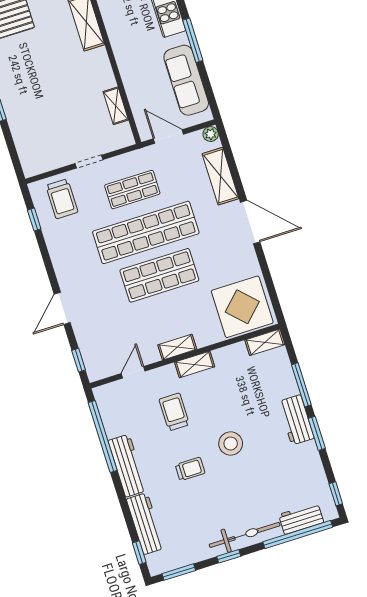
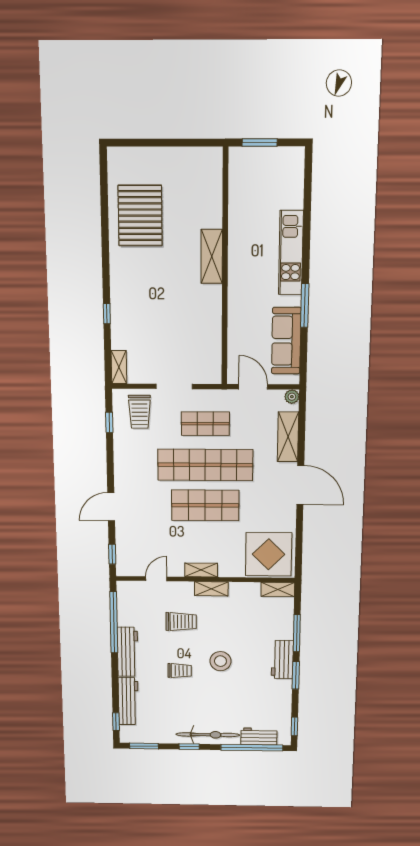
shelving: (116, 106) -> (119, 367), moved
doorway: (89, 162) -> (174, 386), width x1.38
trolley: (174, 412) -> (181, 622), turned 90

